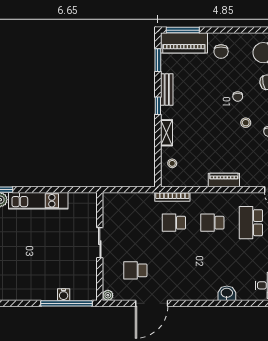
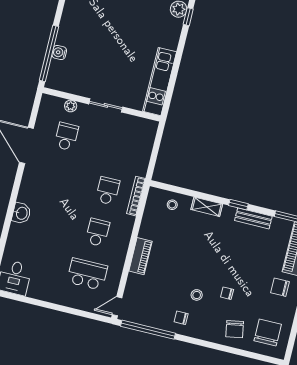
kitchen unit: (38, 201) -> (160, 82), moved
washbasin: (227, 293) -> (21, 213), moved
plant: (108, 295) -> (71, 106), moved

